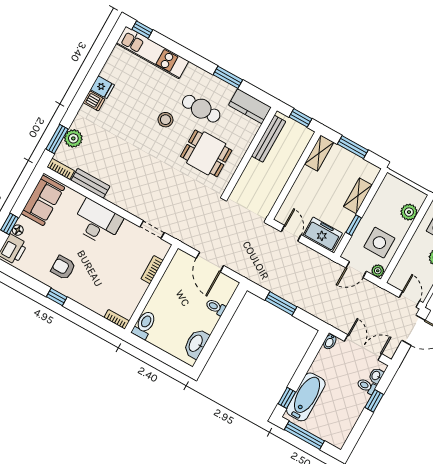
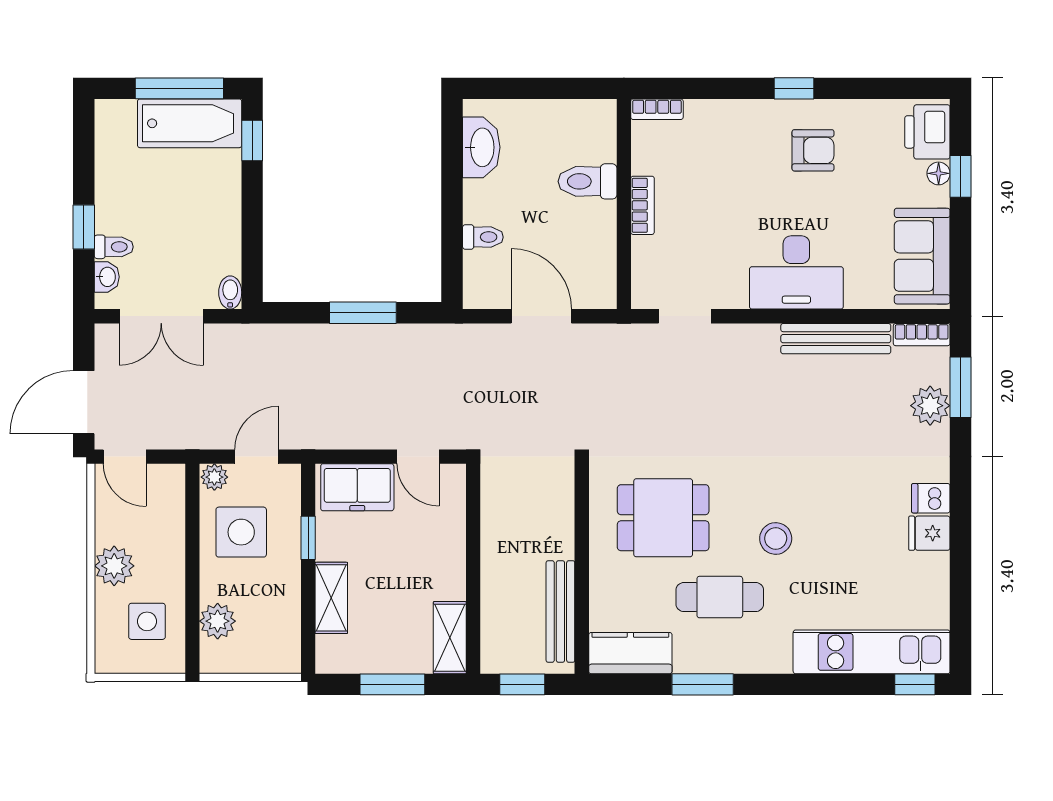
bench: (90, 183) -> (836, 339), width x1.36
bookcase: (152, 270) -> (643, 205), moved
toilet: (144, 325) -> (588, 181), moved, turned 90
bathtub: (306, 397) -> (190, 123), moved, turned -90

